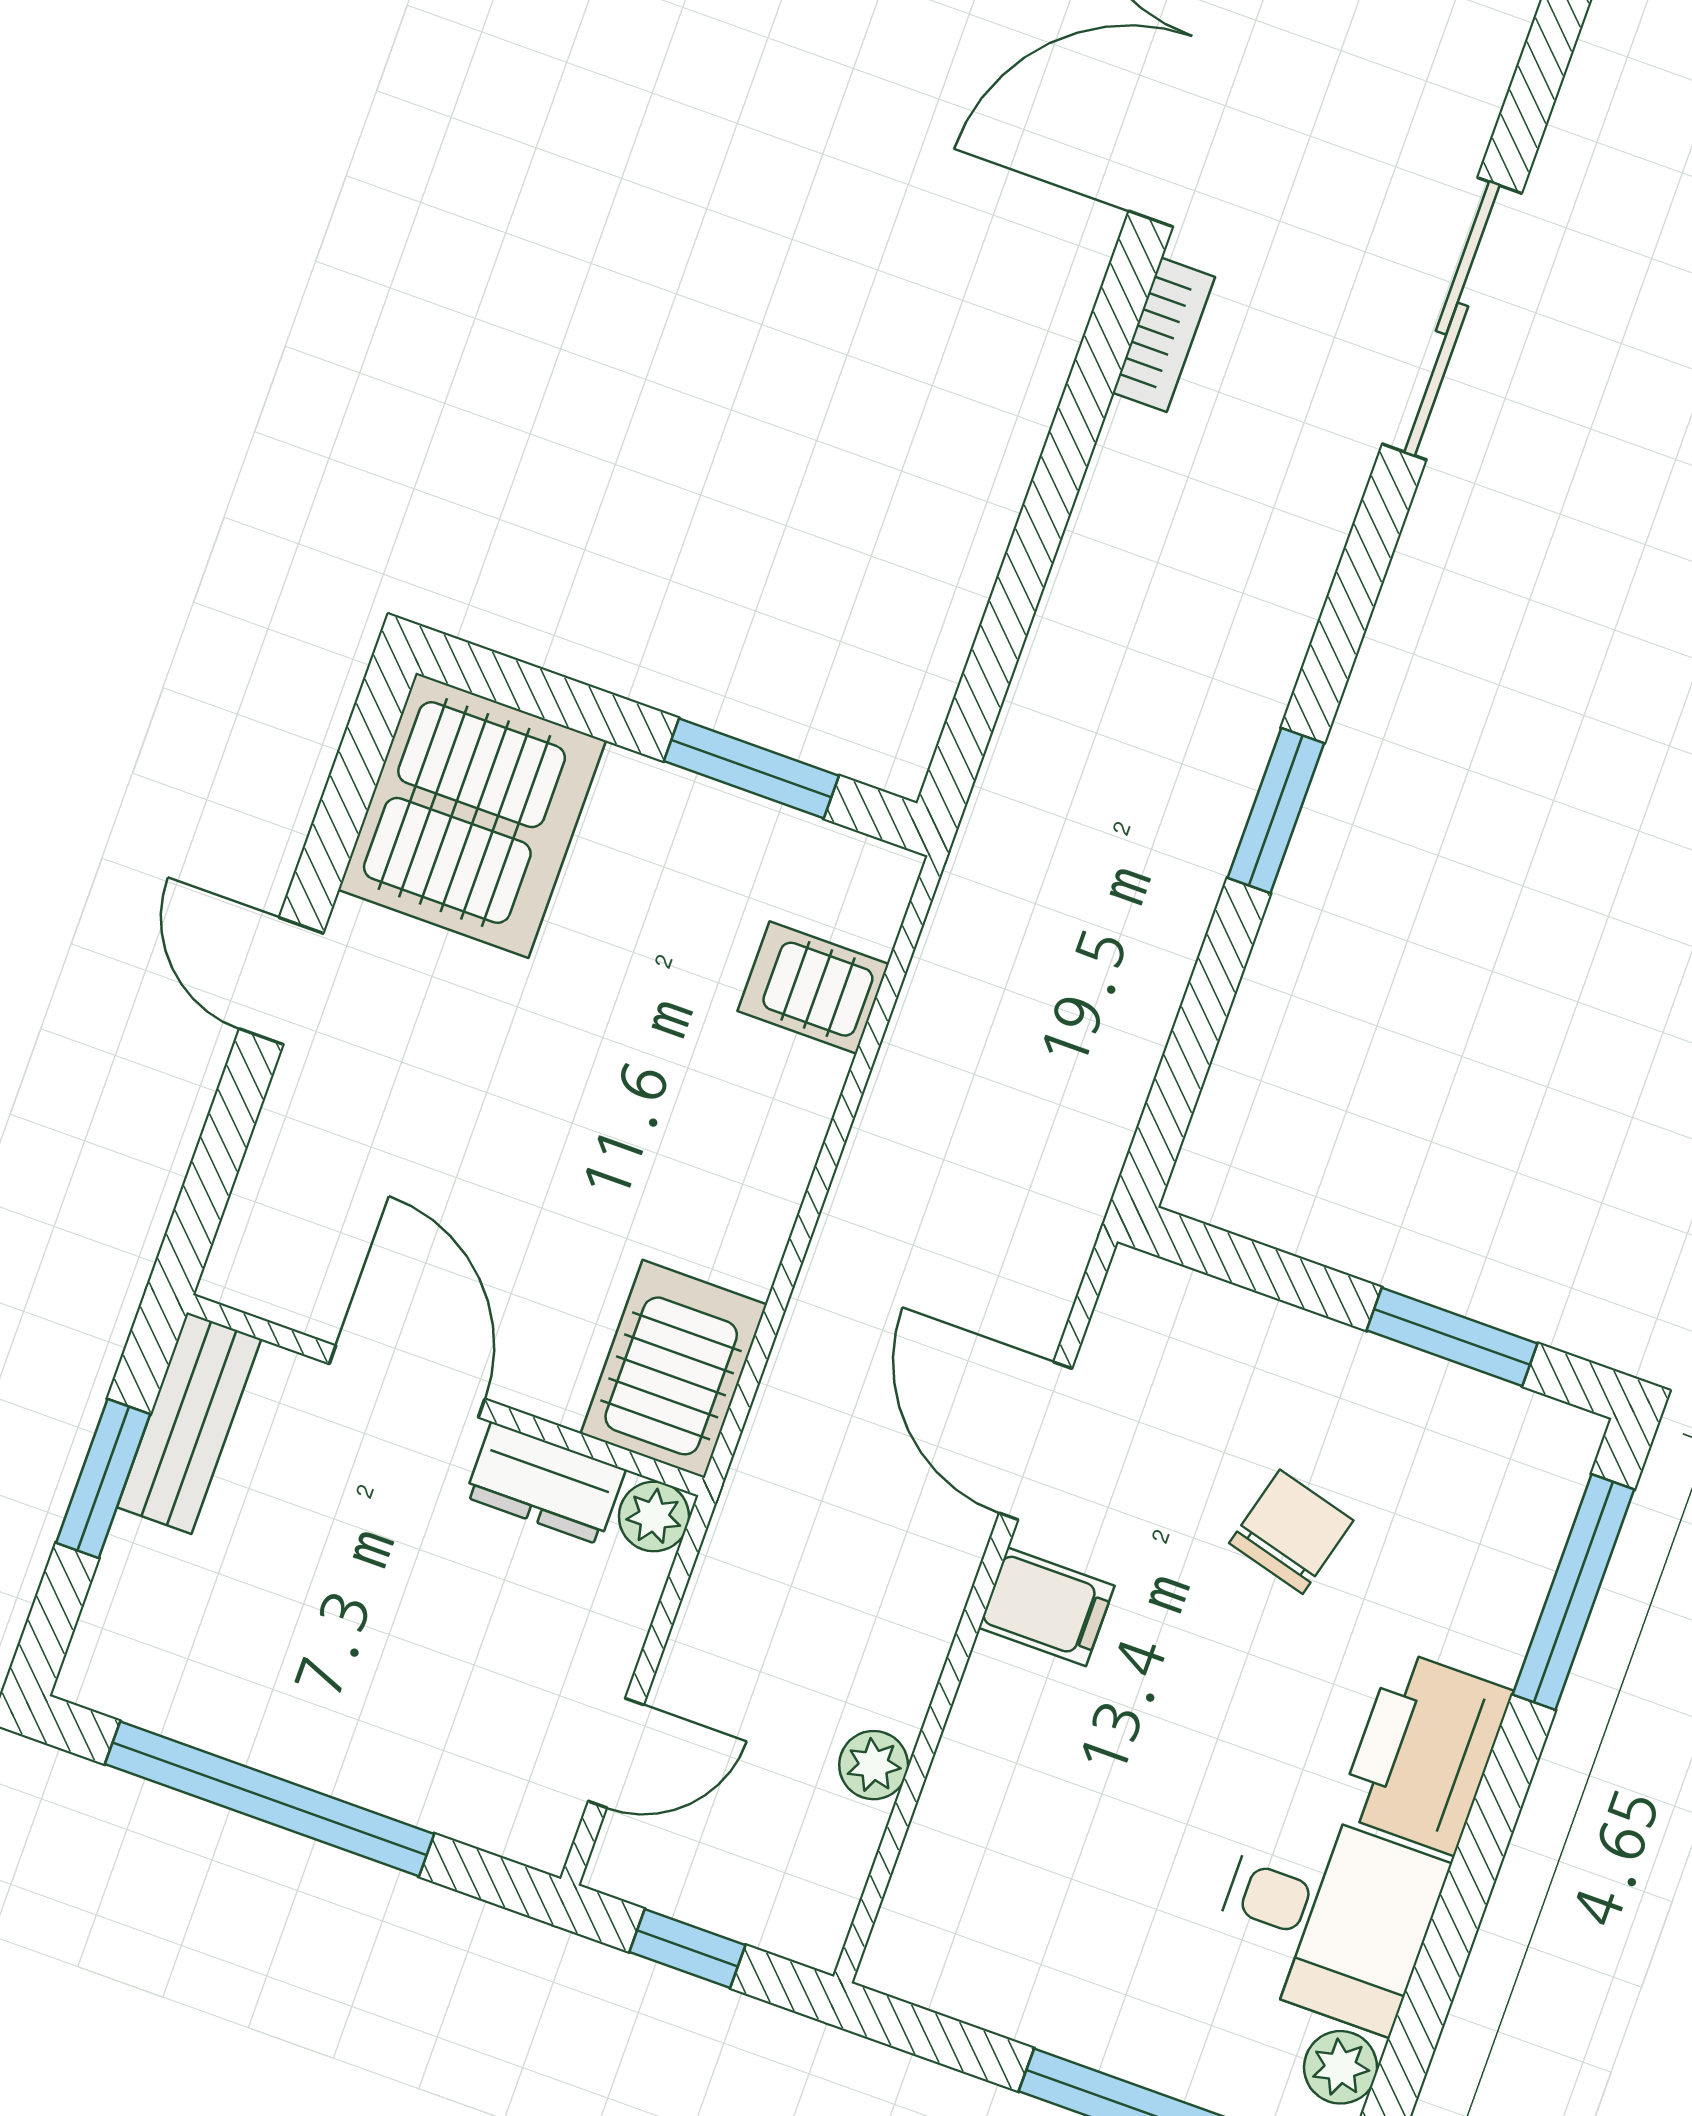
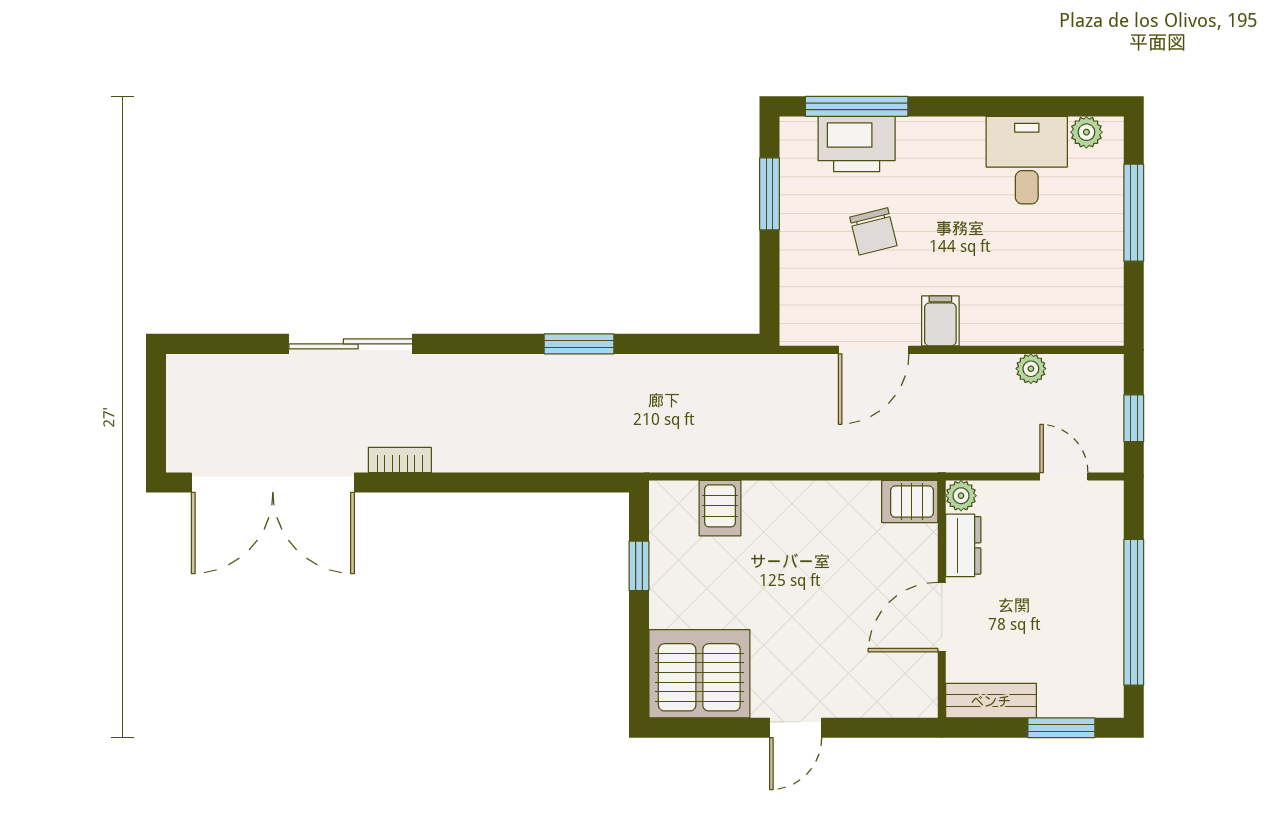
window: (751, 768) -> (639, 566), width x0.67
server rack: (674, 1369) -> (910, 502), width x0.73, depth x0.70
window: (103, 1479) -> (1061, 728), moved
chair: (1291, 1532) -> (873, 231), turned -119
printer: (1425, 1752) -> (857, 144), moved

